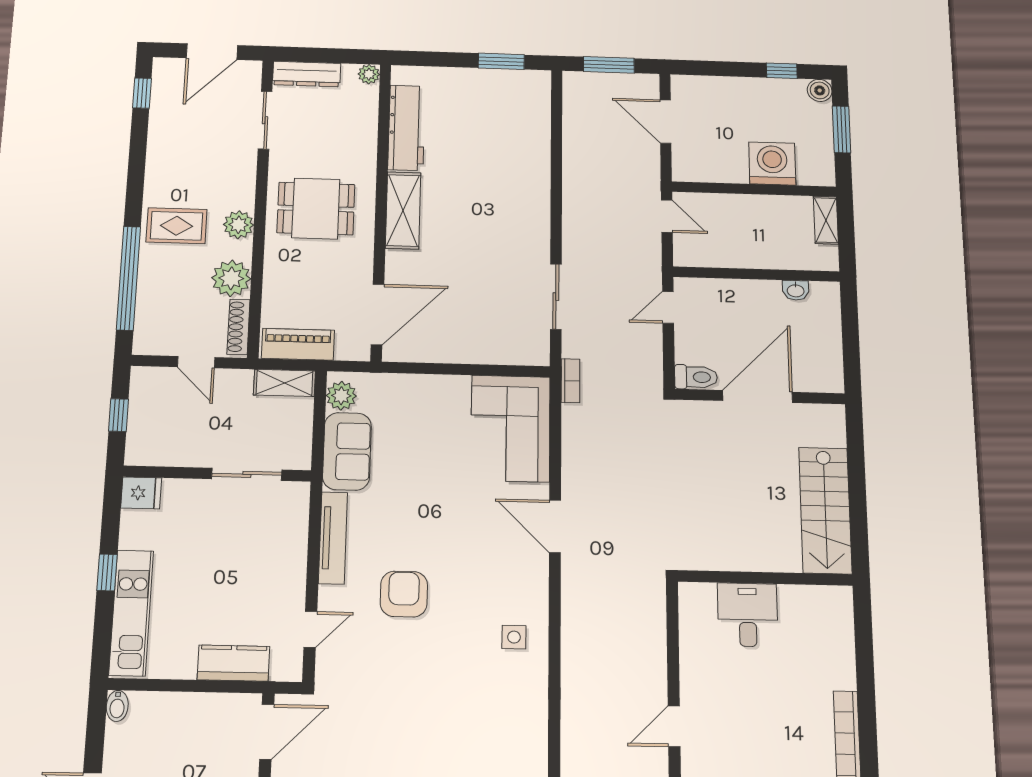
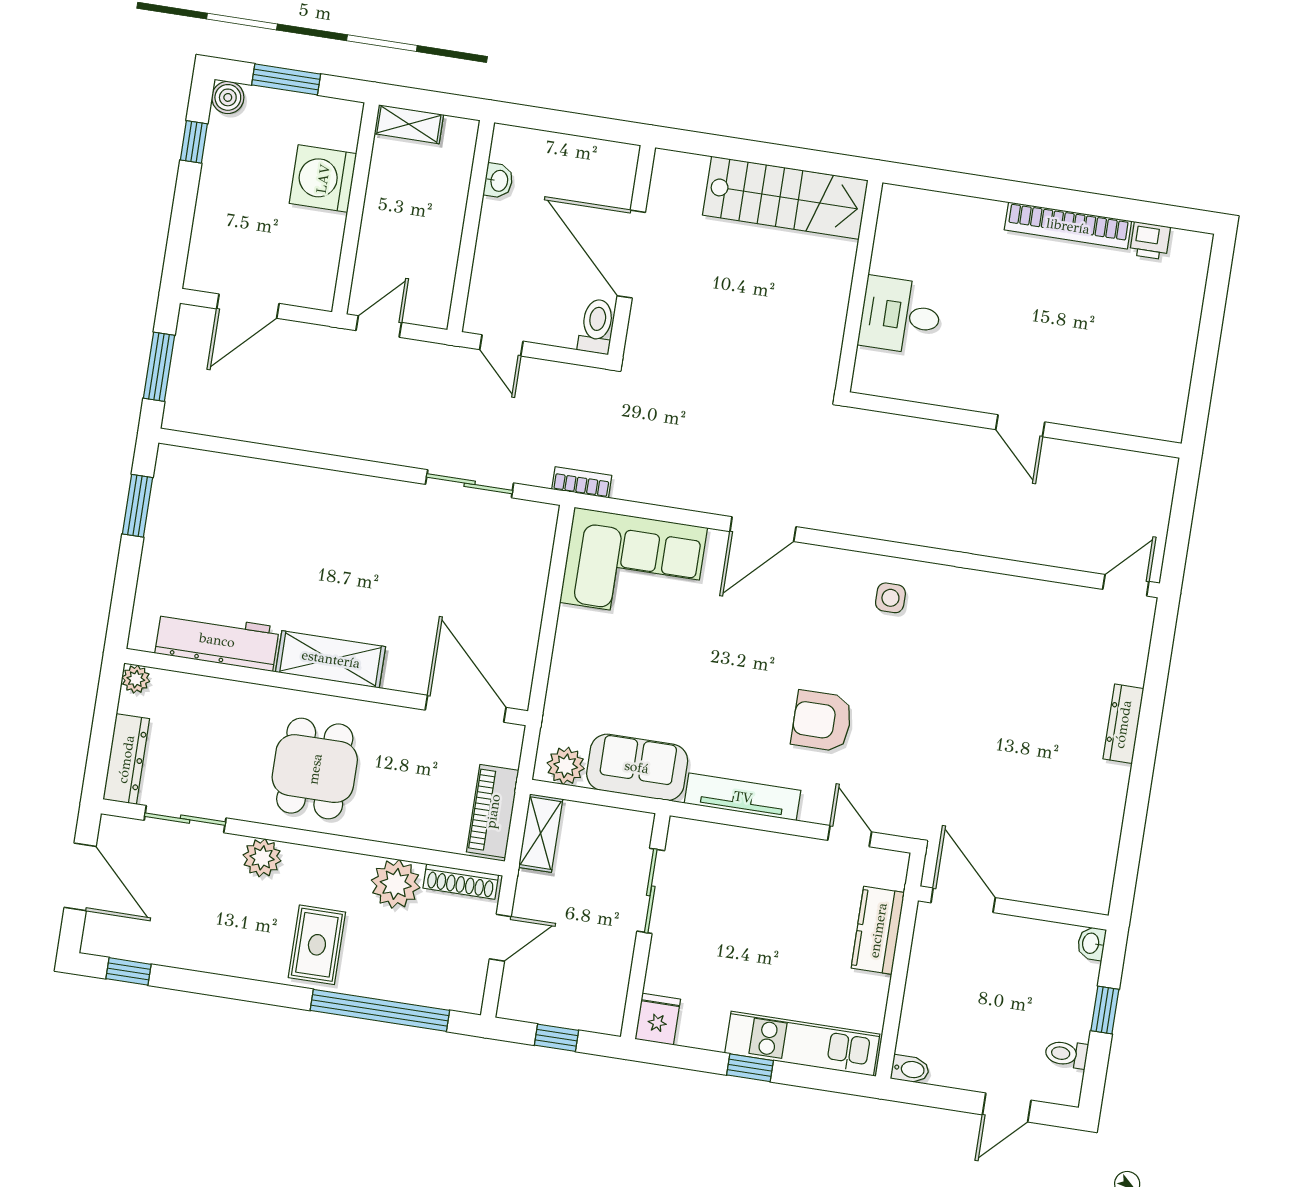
plant: (239, 225) -> (262, 858), moved

